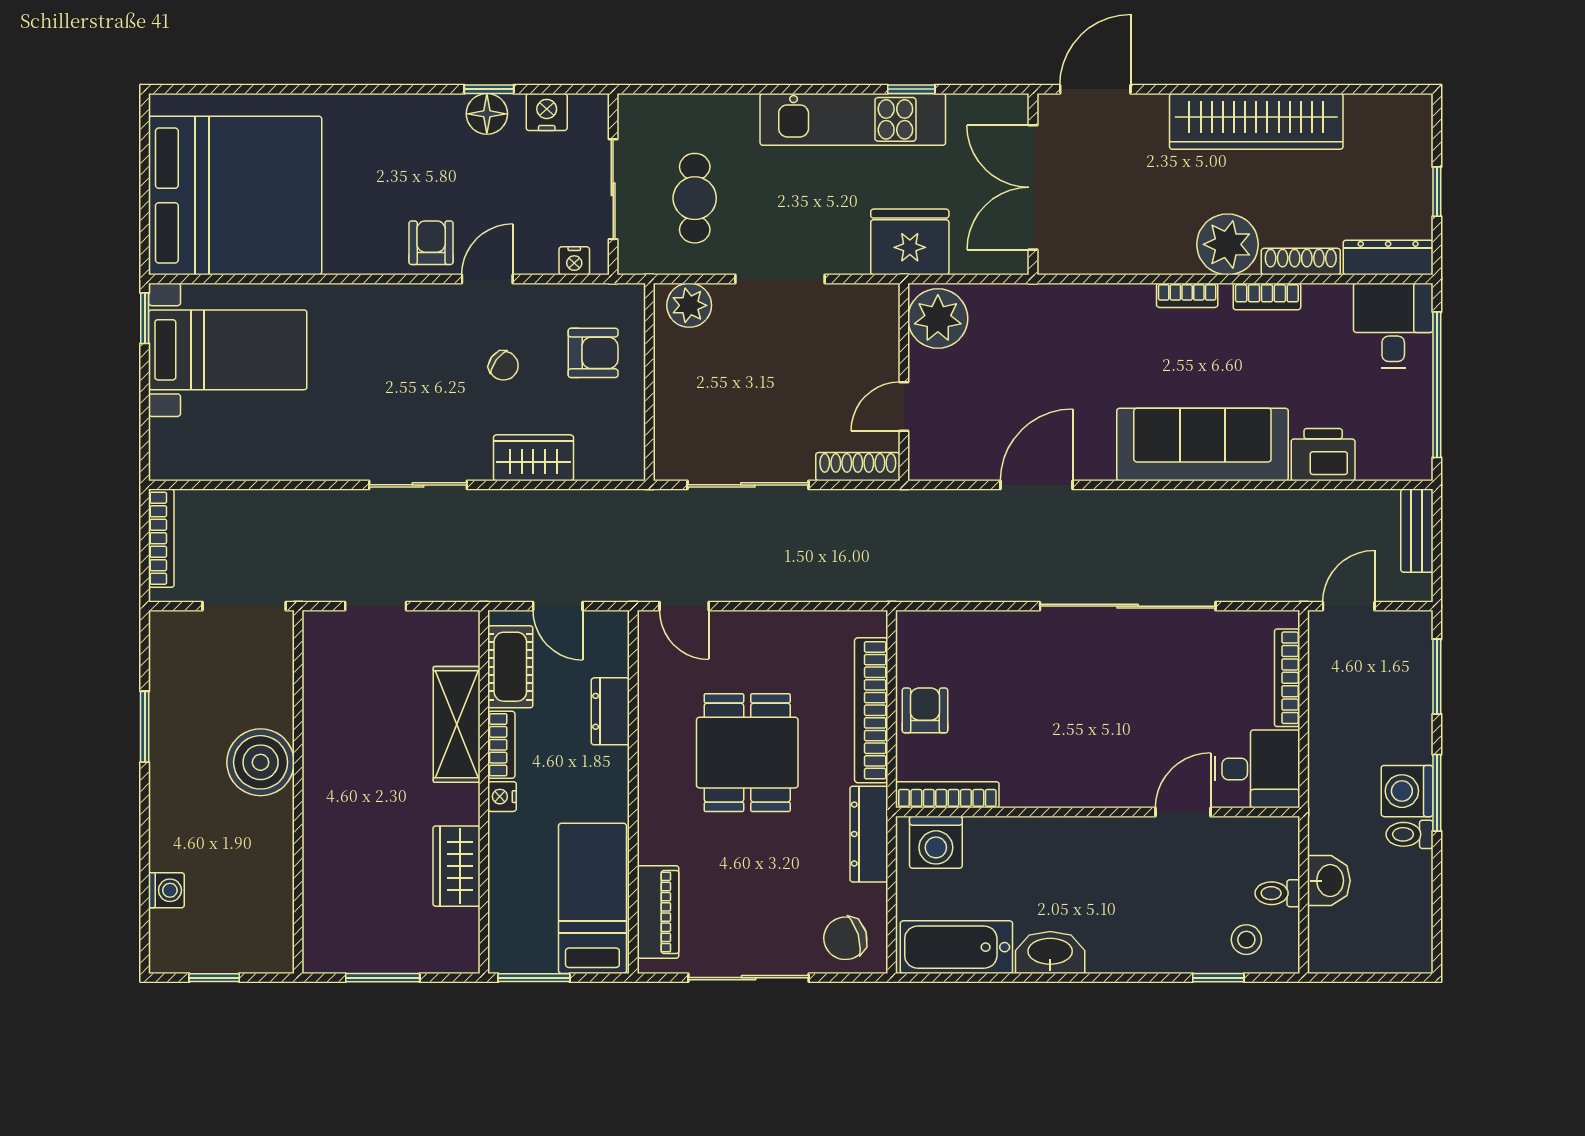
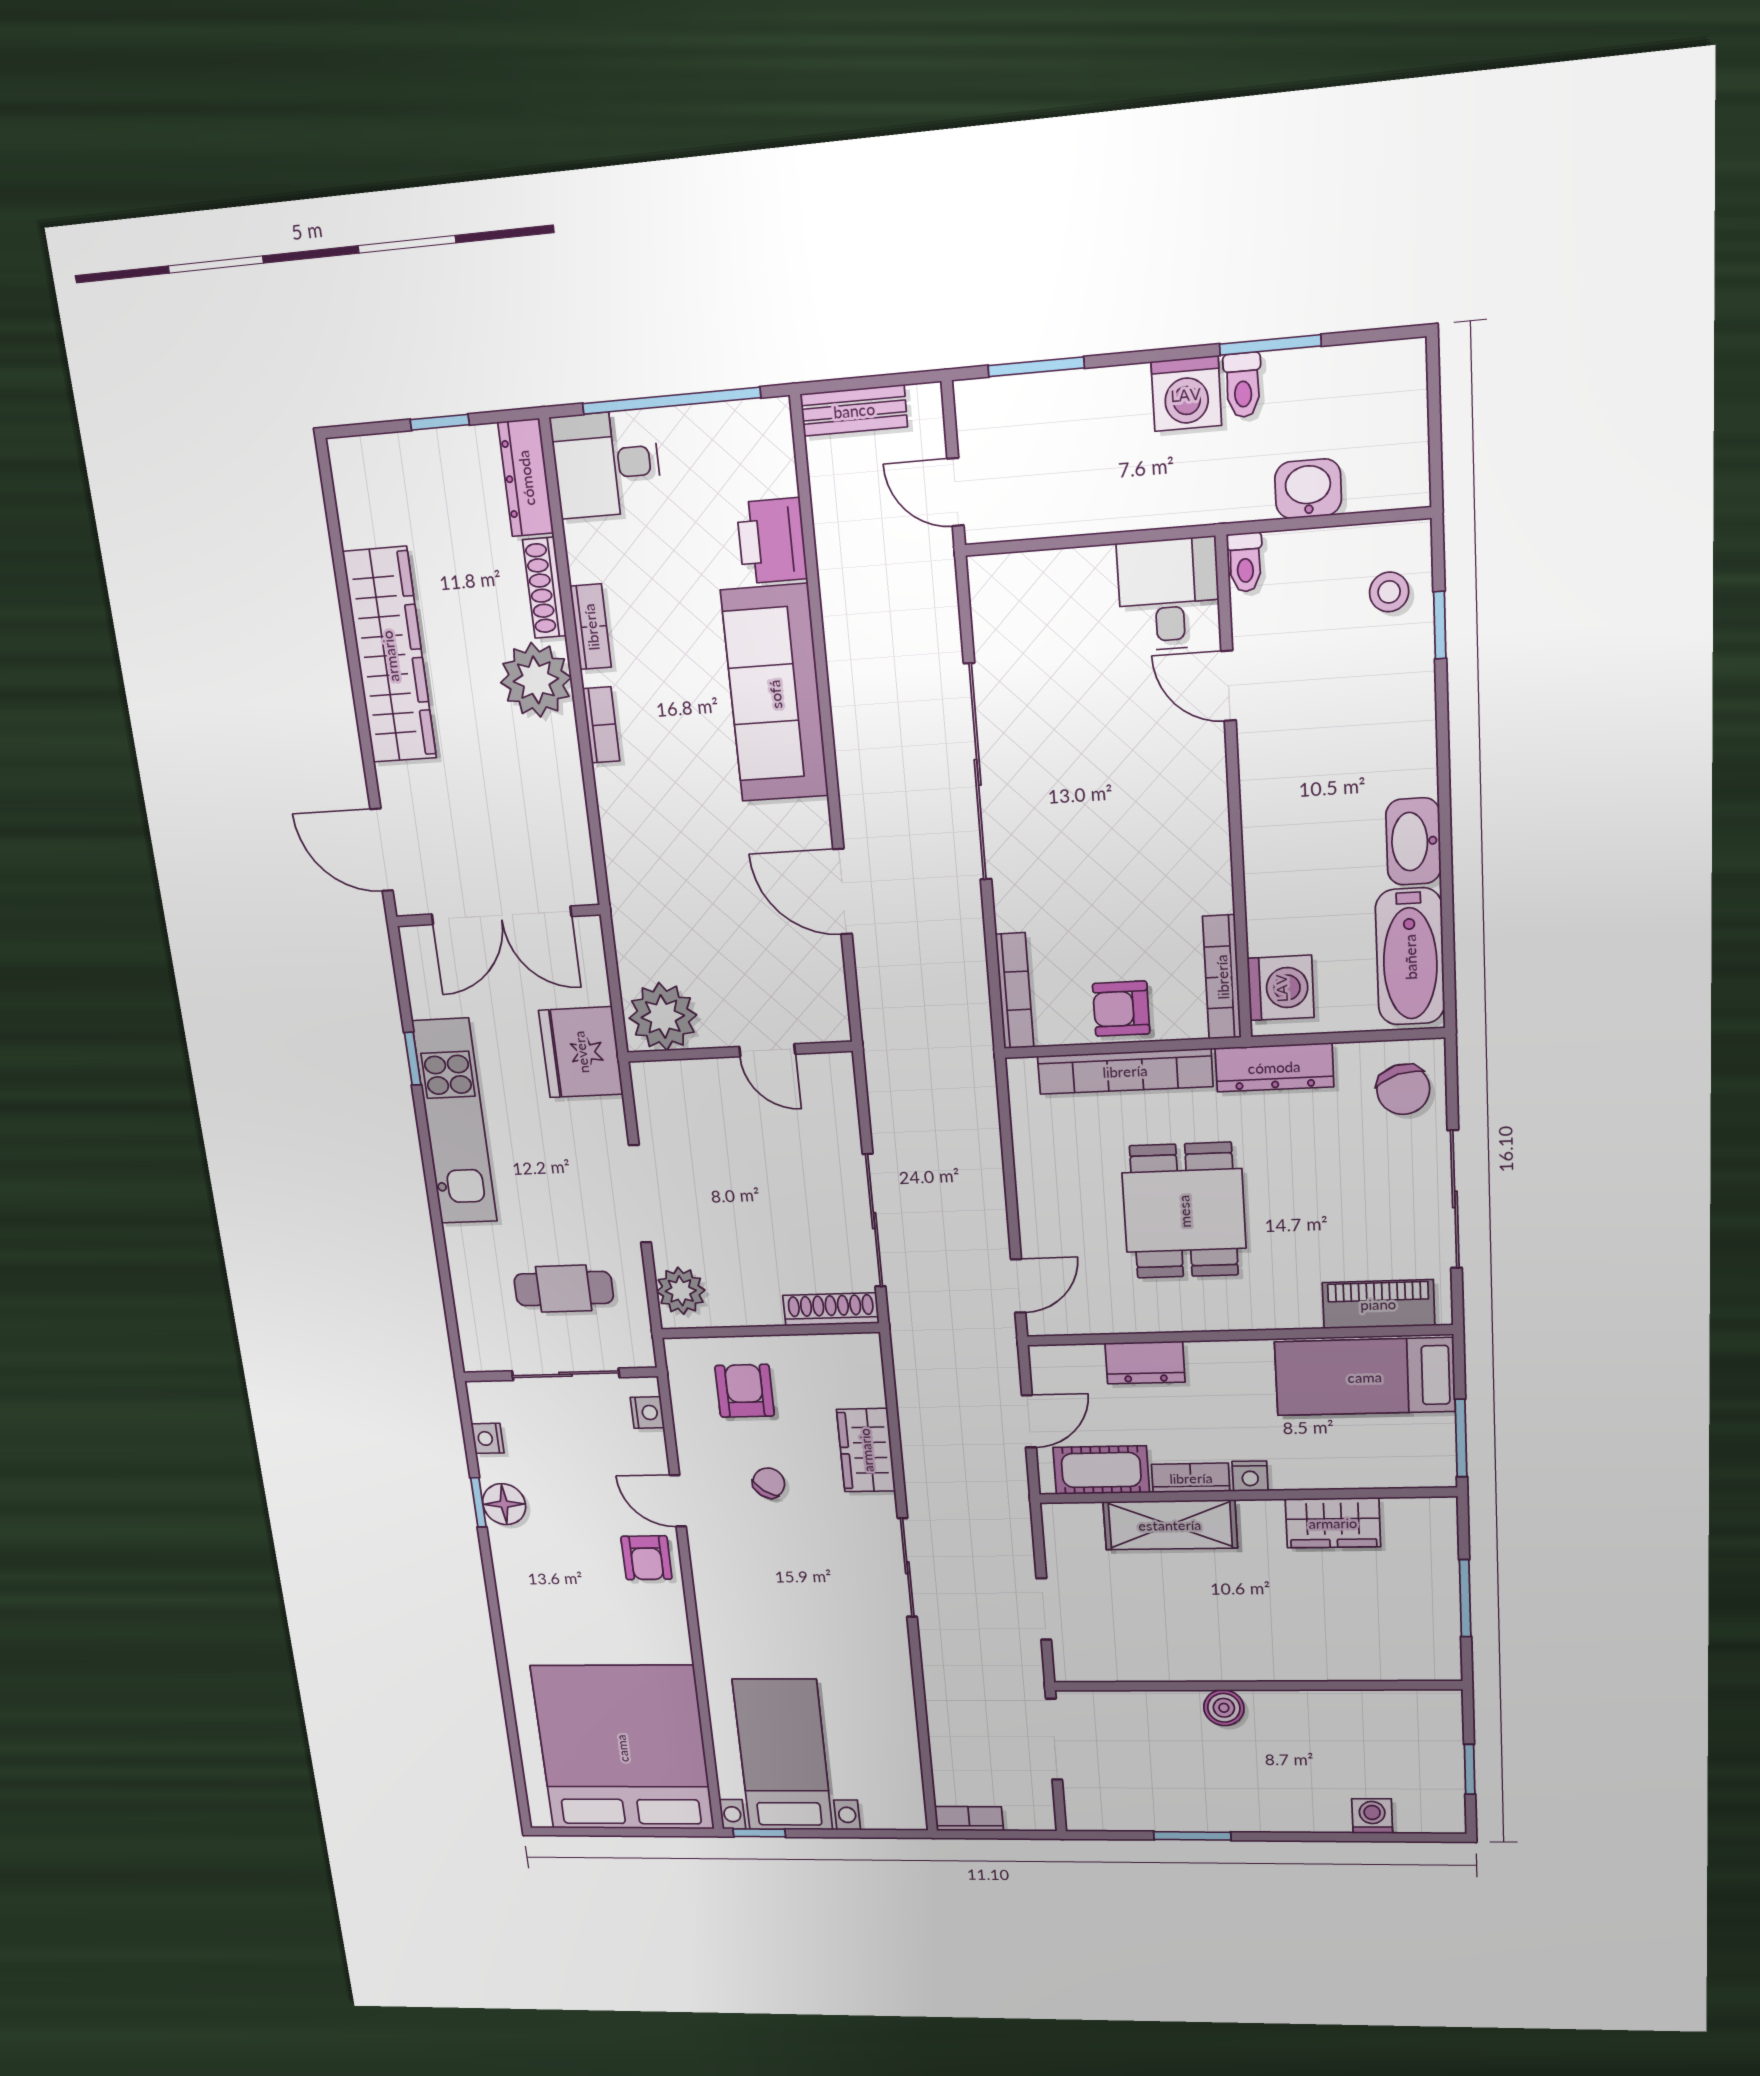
nightstand: (547, 112) -> (488, 1438), width x0.72, depth x0.74
armchair: (431, 243) -> (646, 1558), turned -90
shoe rack: (858, 467) -> (831, 1309), moved, turned 90
bookcase: (161, 538) -> (969, 1819), width x0.64
bookcase: (1287, 678) -> (1015, 991), moved, turned -90
dining table: (747, 753) -> (1184, 1211), turned 90
boiler: (261, 762) -> (1224, 1708), width x0.54, depth x0.54
window: (1437, 793) -> (1270, 345), moved
toilet: (1277, 893) -> (1245, 562), moved

